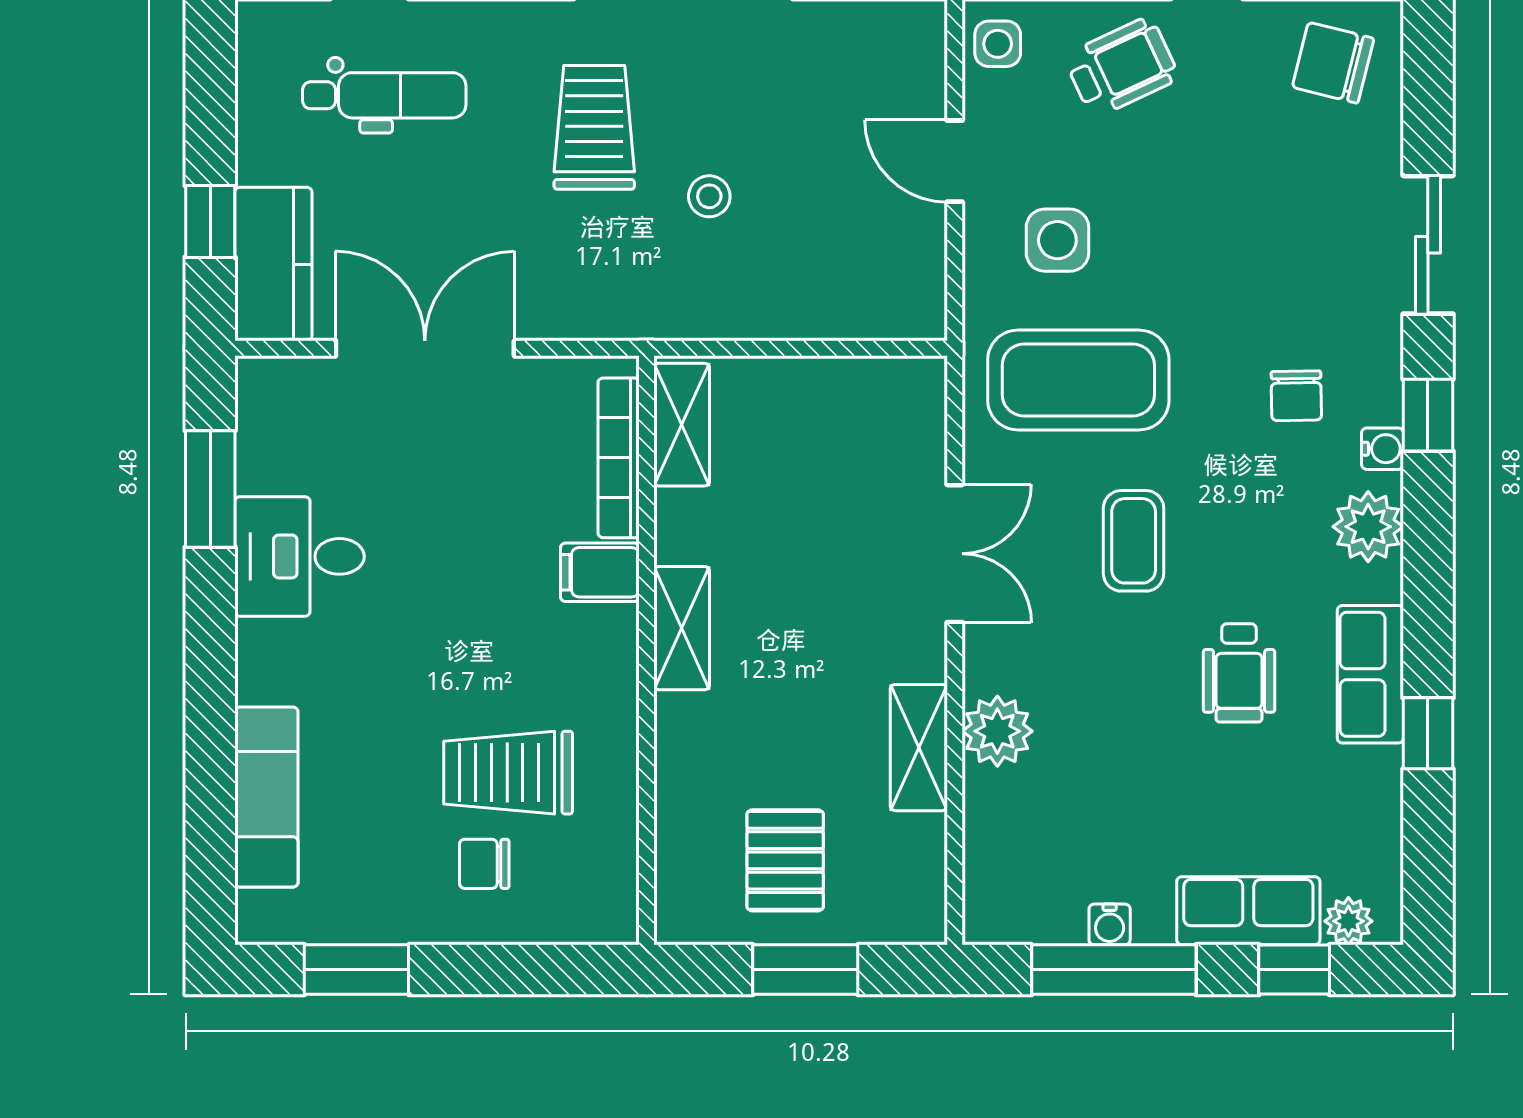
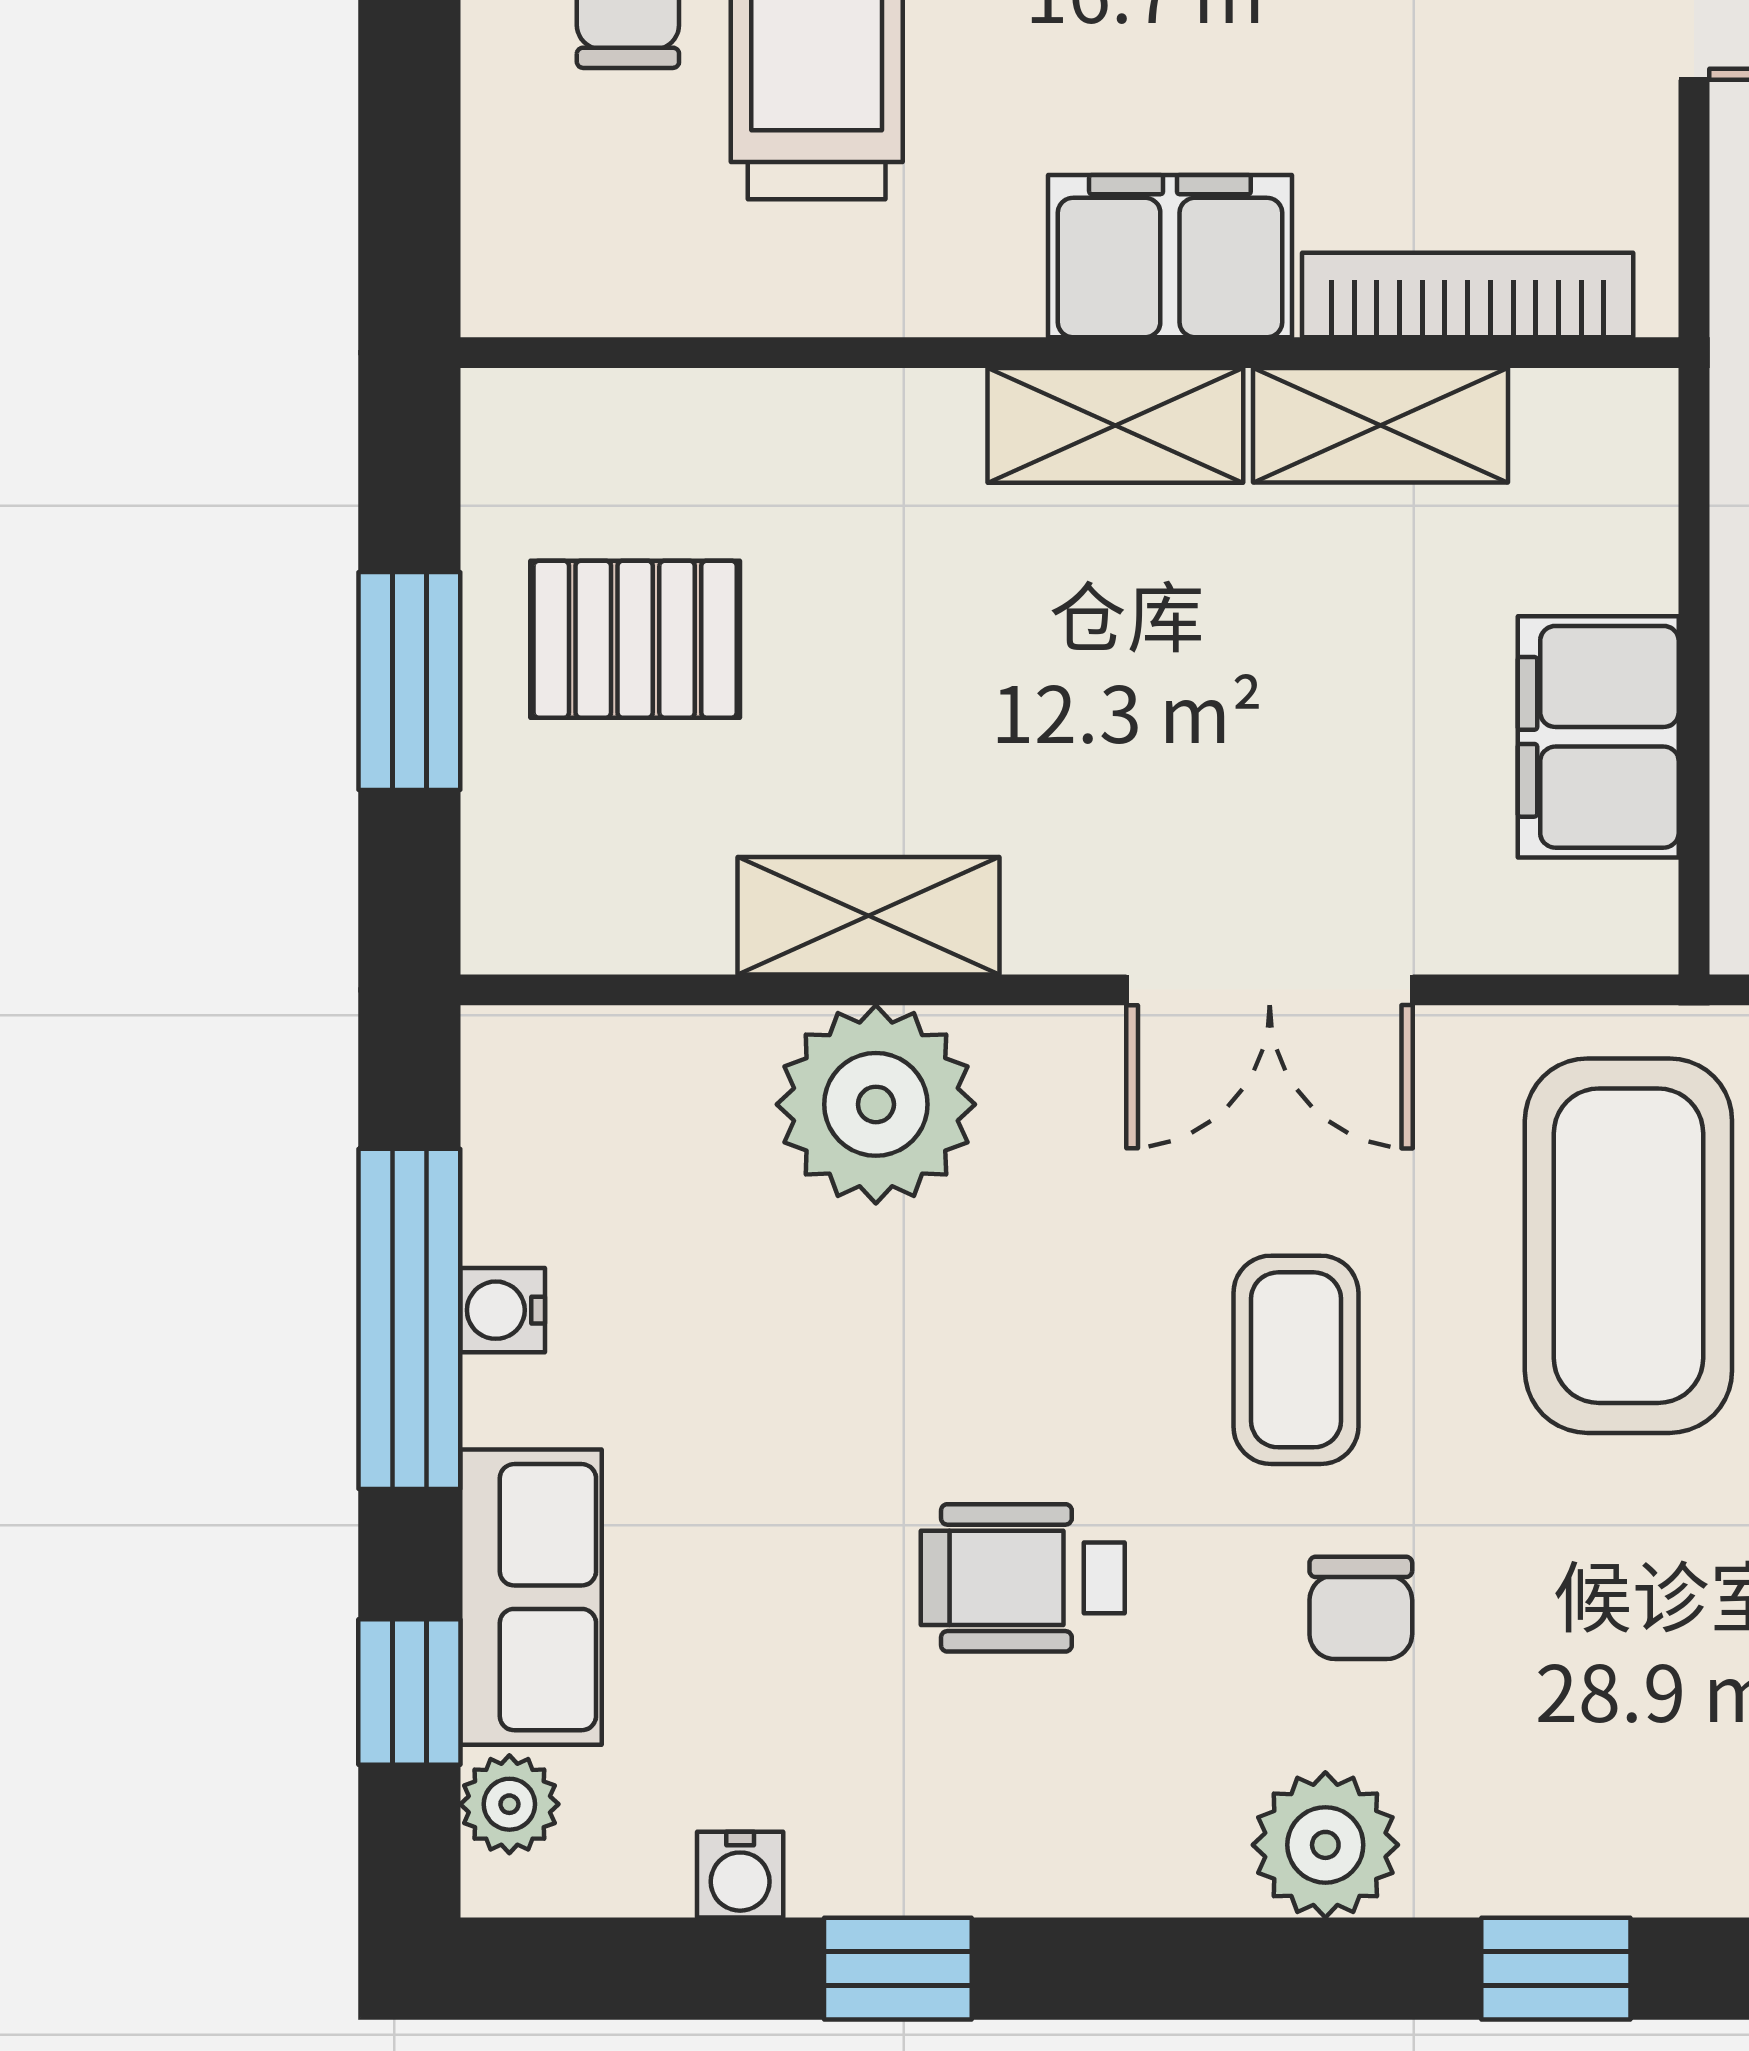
filing cabinet: (832, 395) -> (1598, 737), added
chair: (1296, 396) -> (1361, 1608), moved, turned -89
shelving: (682, 425) -> (1381, 425), moved
water cooler: (1383, 449) -> (740, 1875), moved
coffee table: (1134, 541) -> (1296, 1360), turned 90
filing cabinet: (600, 572) -> (1170, 256), width x2.00
row of seats: (1370, 674) -> (1020, 1850), removed
plant: (997, 731) -> (876, 1104), width x1.36, depth x1.36

